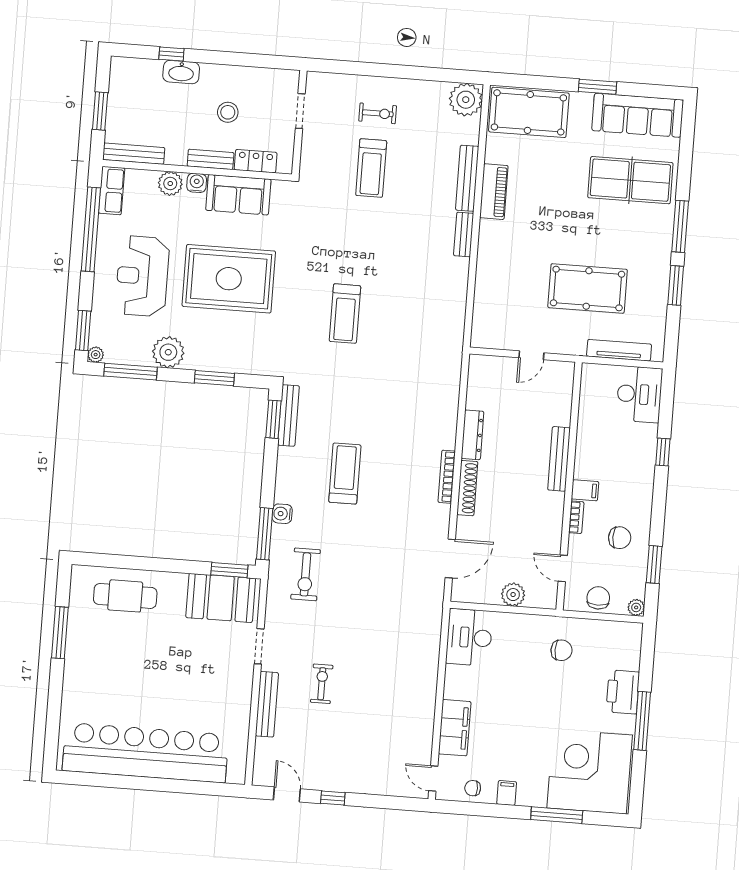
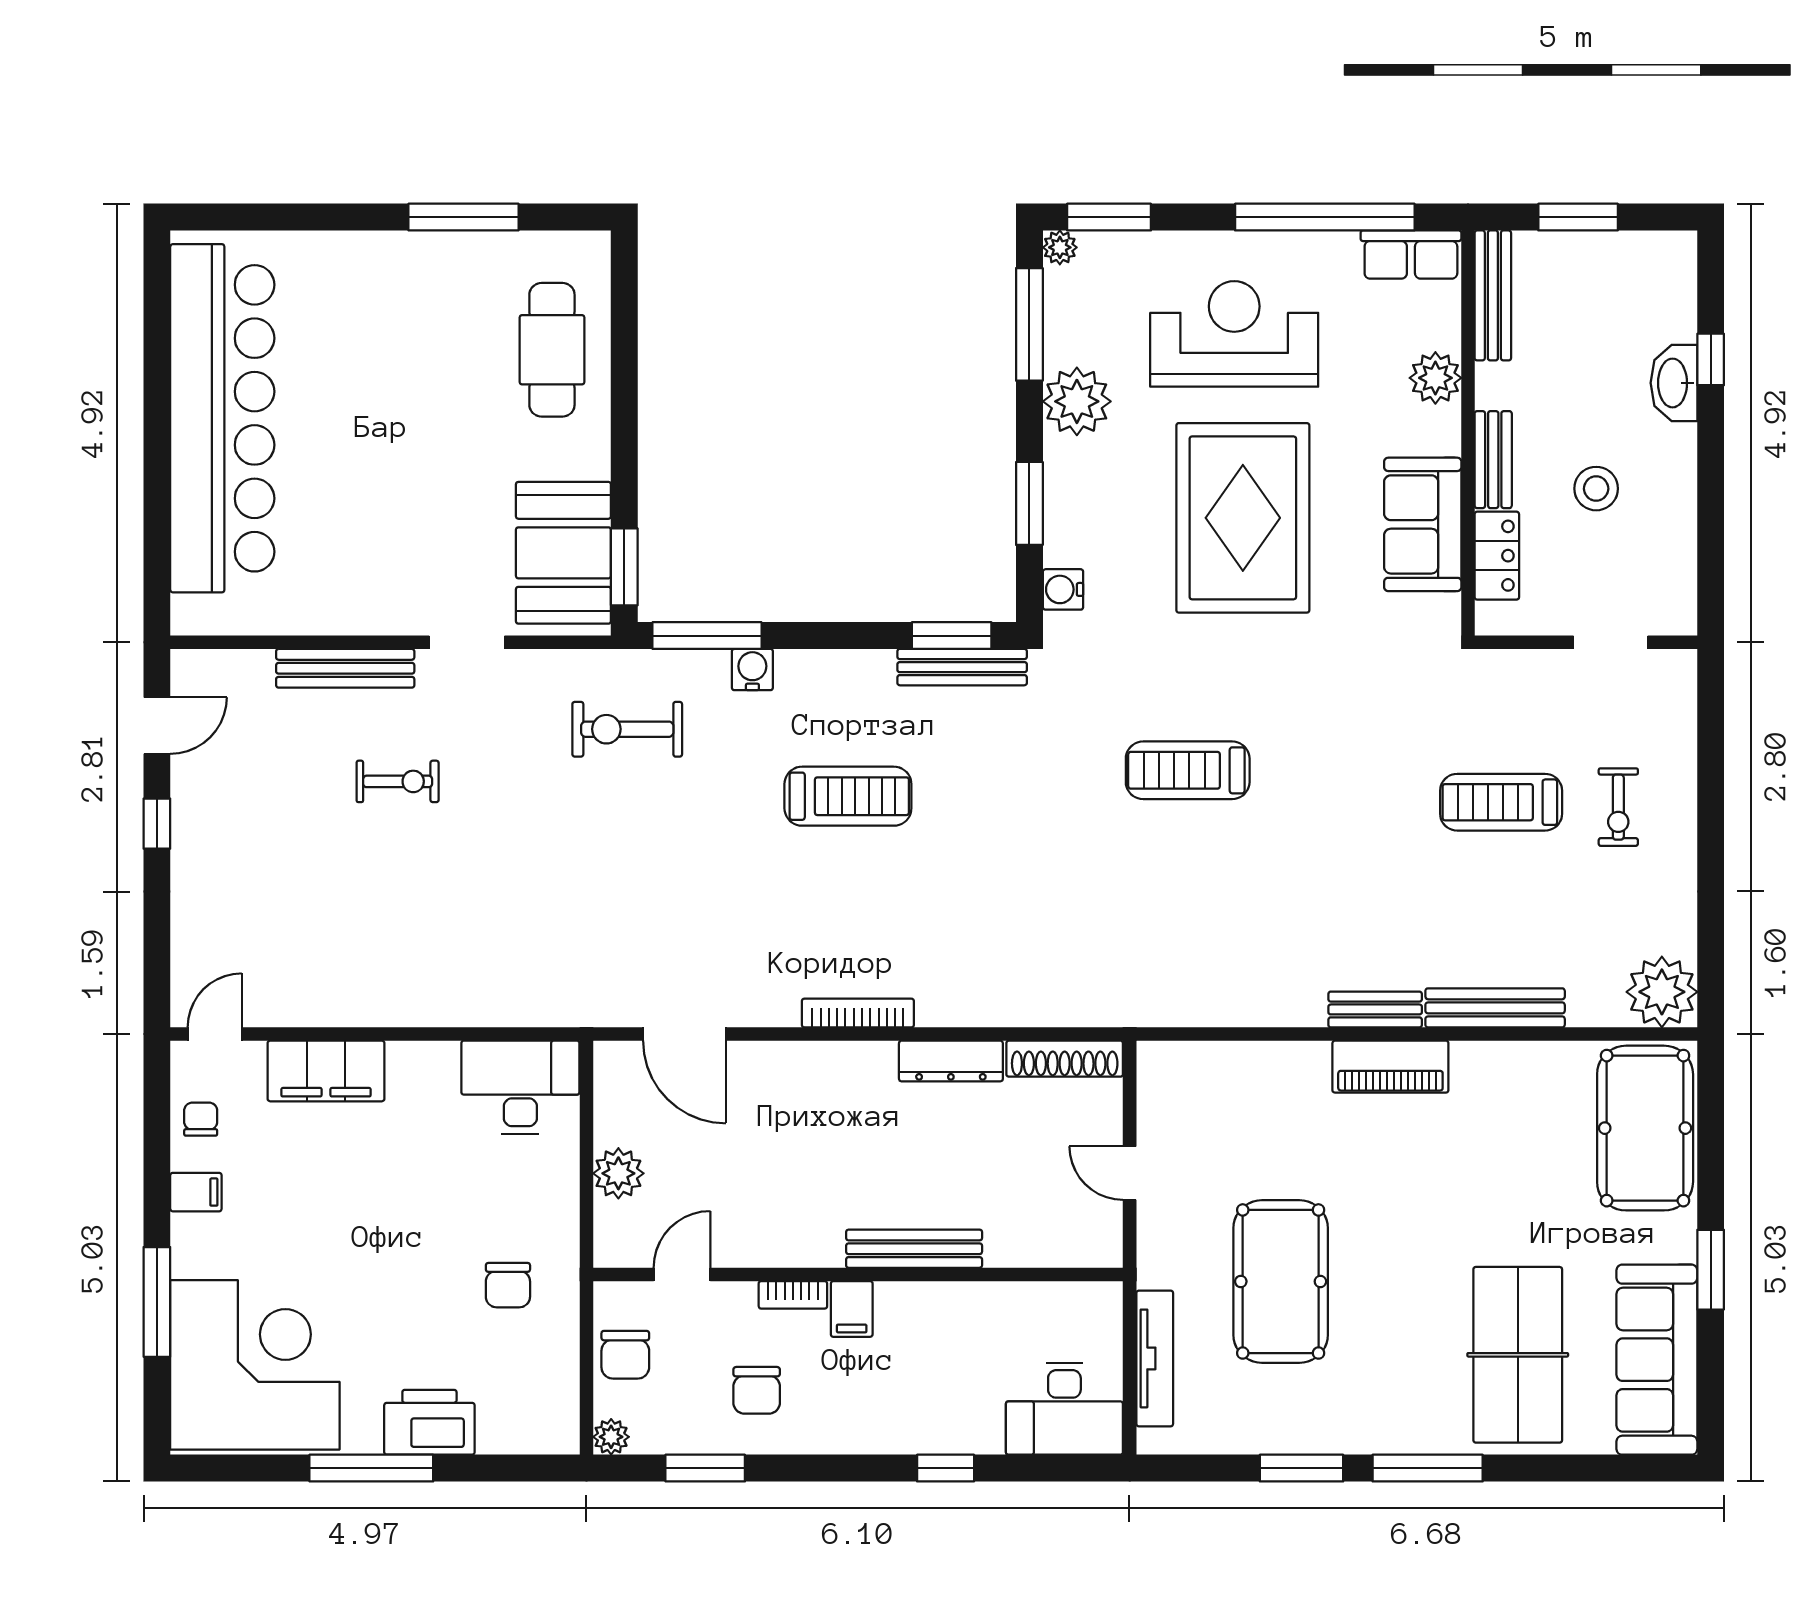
water cooler: (197, 183) -> (1063, 589), moved, turned 180
piano: (494, 192) -> (1390, 1067), moved
shoe rack: (467, 488) -> (1065, 1059), moved
chair: (598, 598) -> (625, 1355), turned 90

